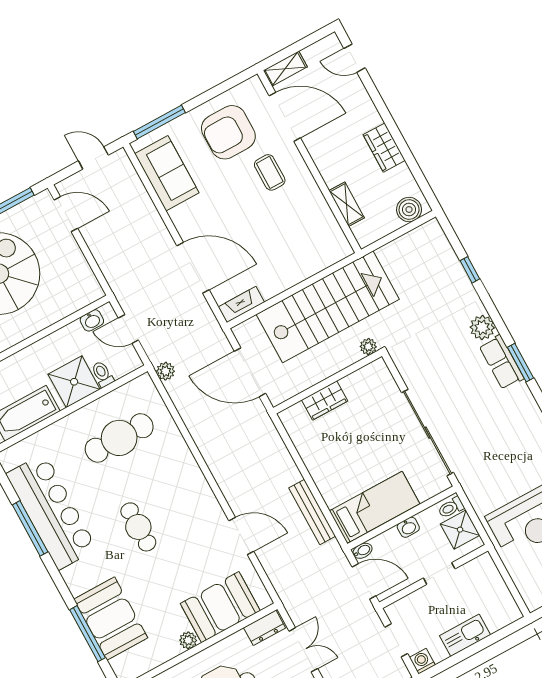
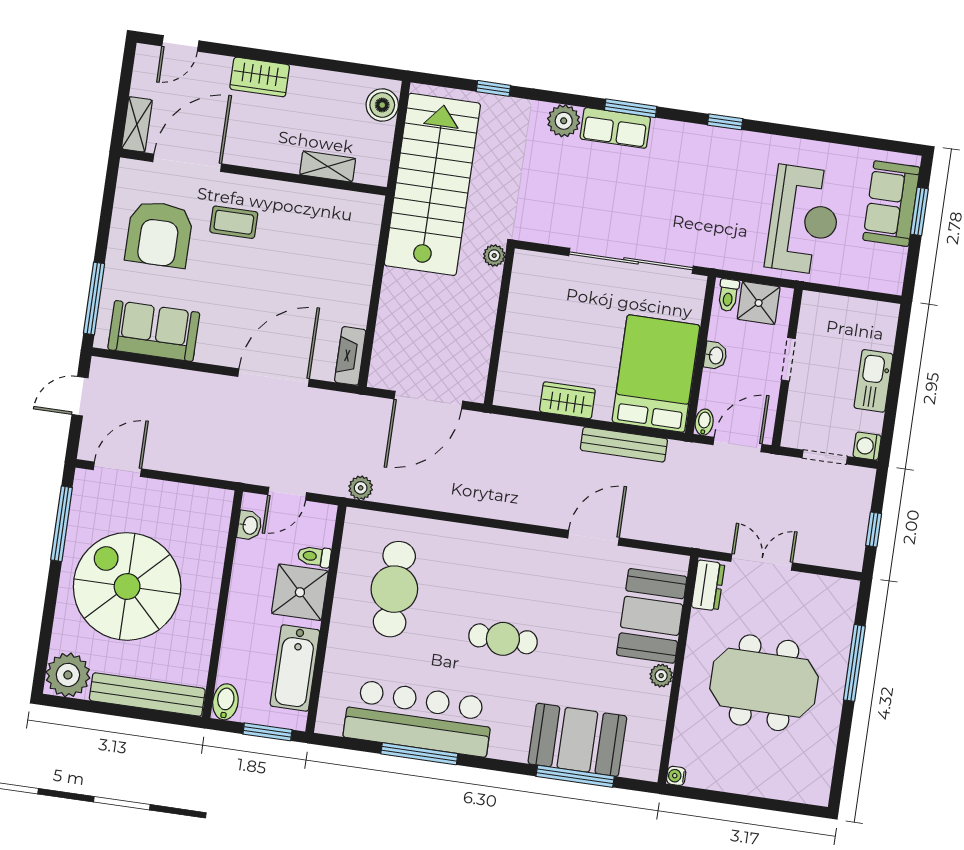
wardrobe: (384, 148) -> (260, 77), moved
stairs: (328, 307) -> (432, 184), moved
wardrobe: (325, 400) -> (567, 400), moved, turned -90
bed: (375, 507) -> (656, 374), width x1.50

